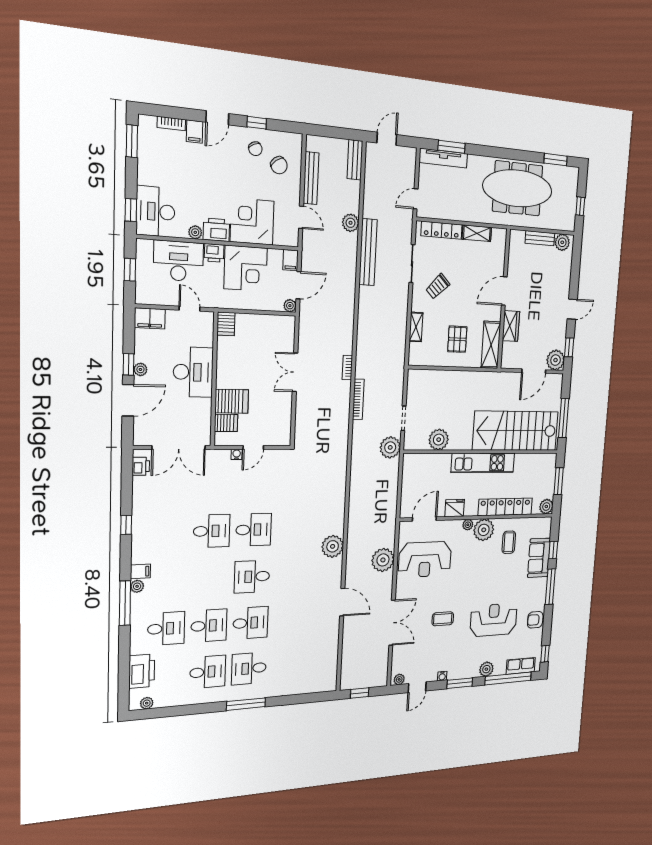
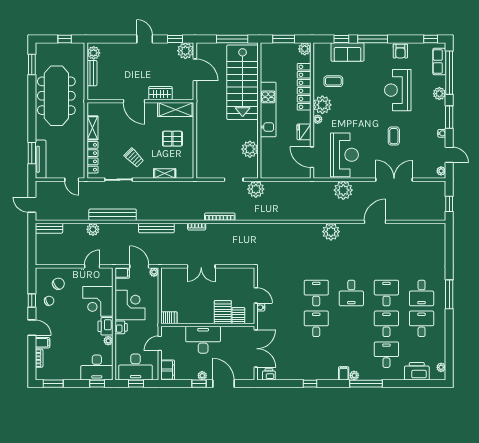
bench: (311, 178) -> (156, 228), moved
desk: (179, 261) -> (136, 367), moved, turned -90

